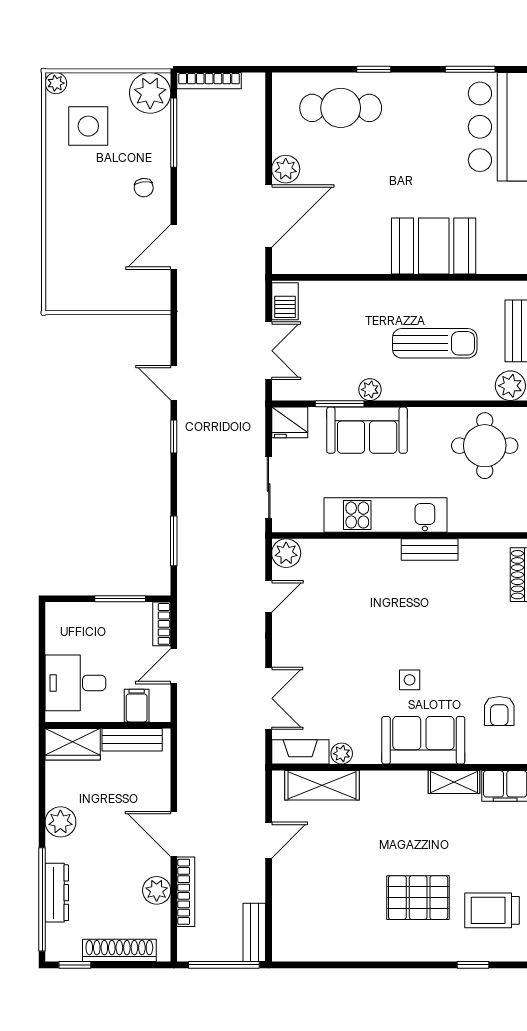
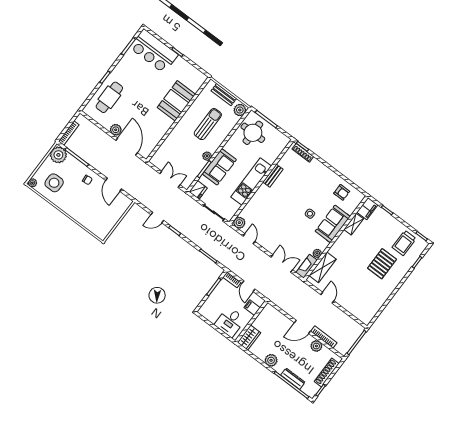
barbecue: (285, 301) -> (158, 162), removed
bench: (132, 740) -> (262, 317), removed
bench: (254, 932) -> (354, 325), removed

